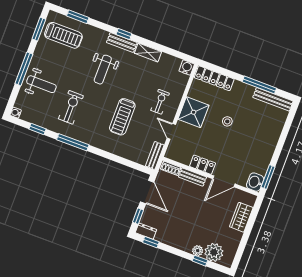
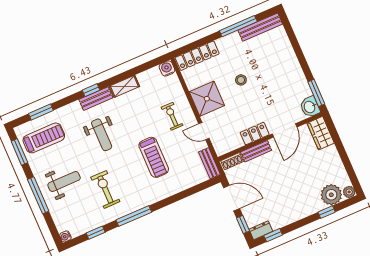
weight bench: (41, 84) -> (64, 181), moved
wardrobe: (241, 217) -> (321, 133), moved
plant: (198, 251) -> (349, 192), moved

